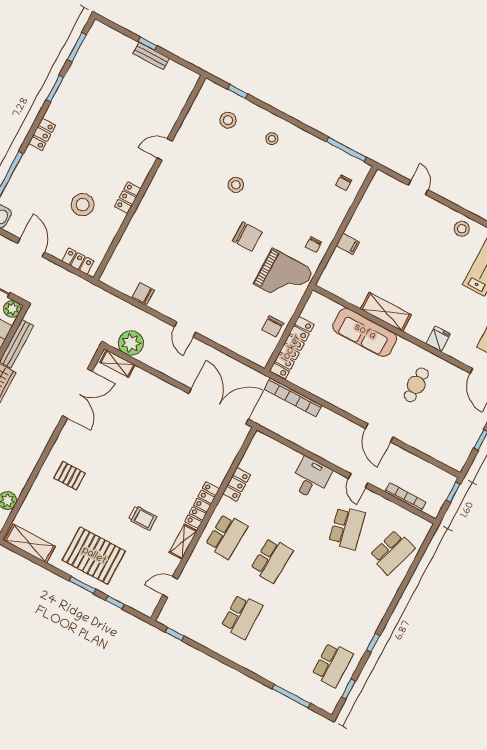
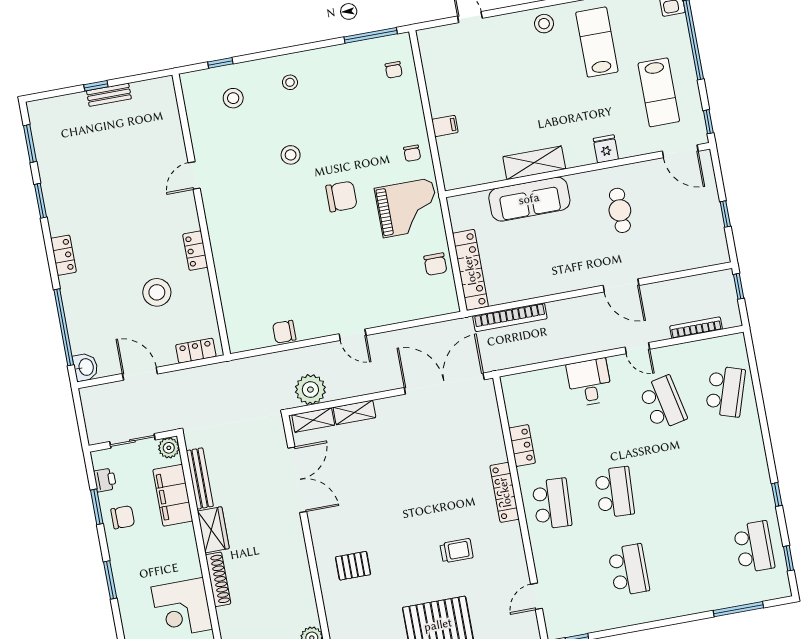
shelving: (183, 542) -> (354, 412), moved, turned 90

